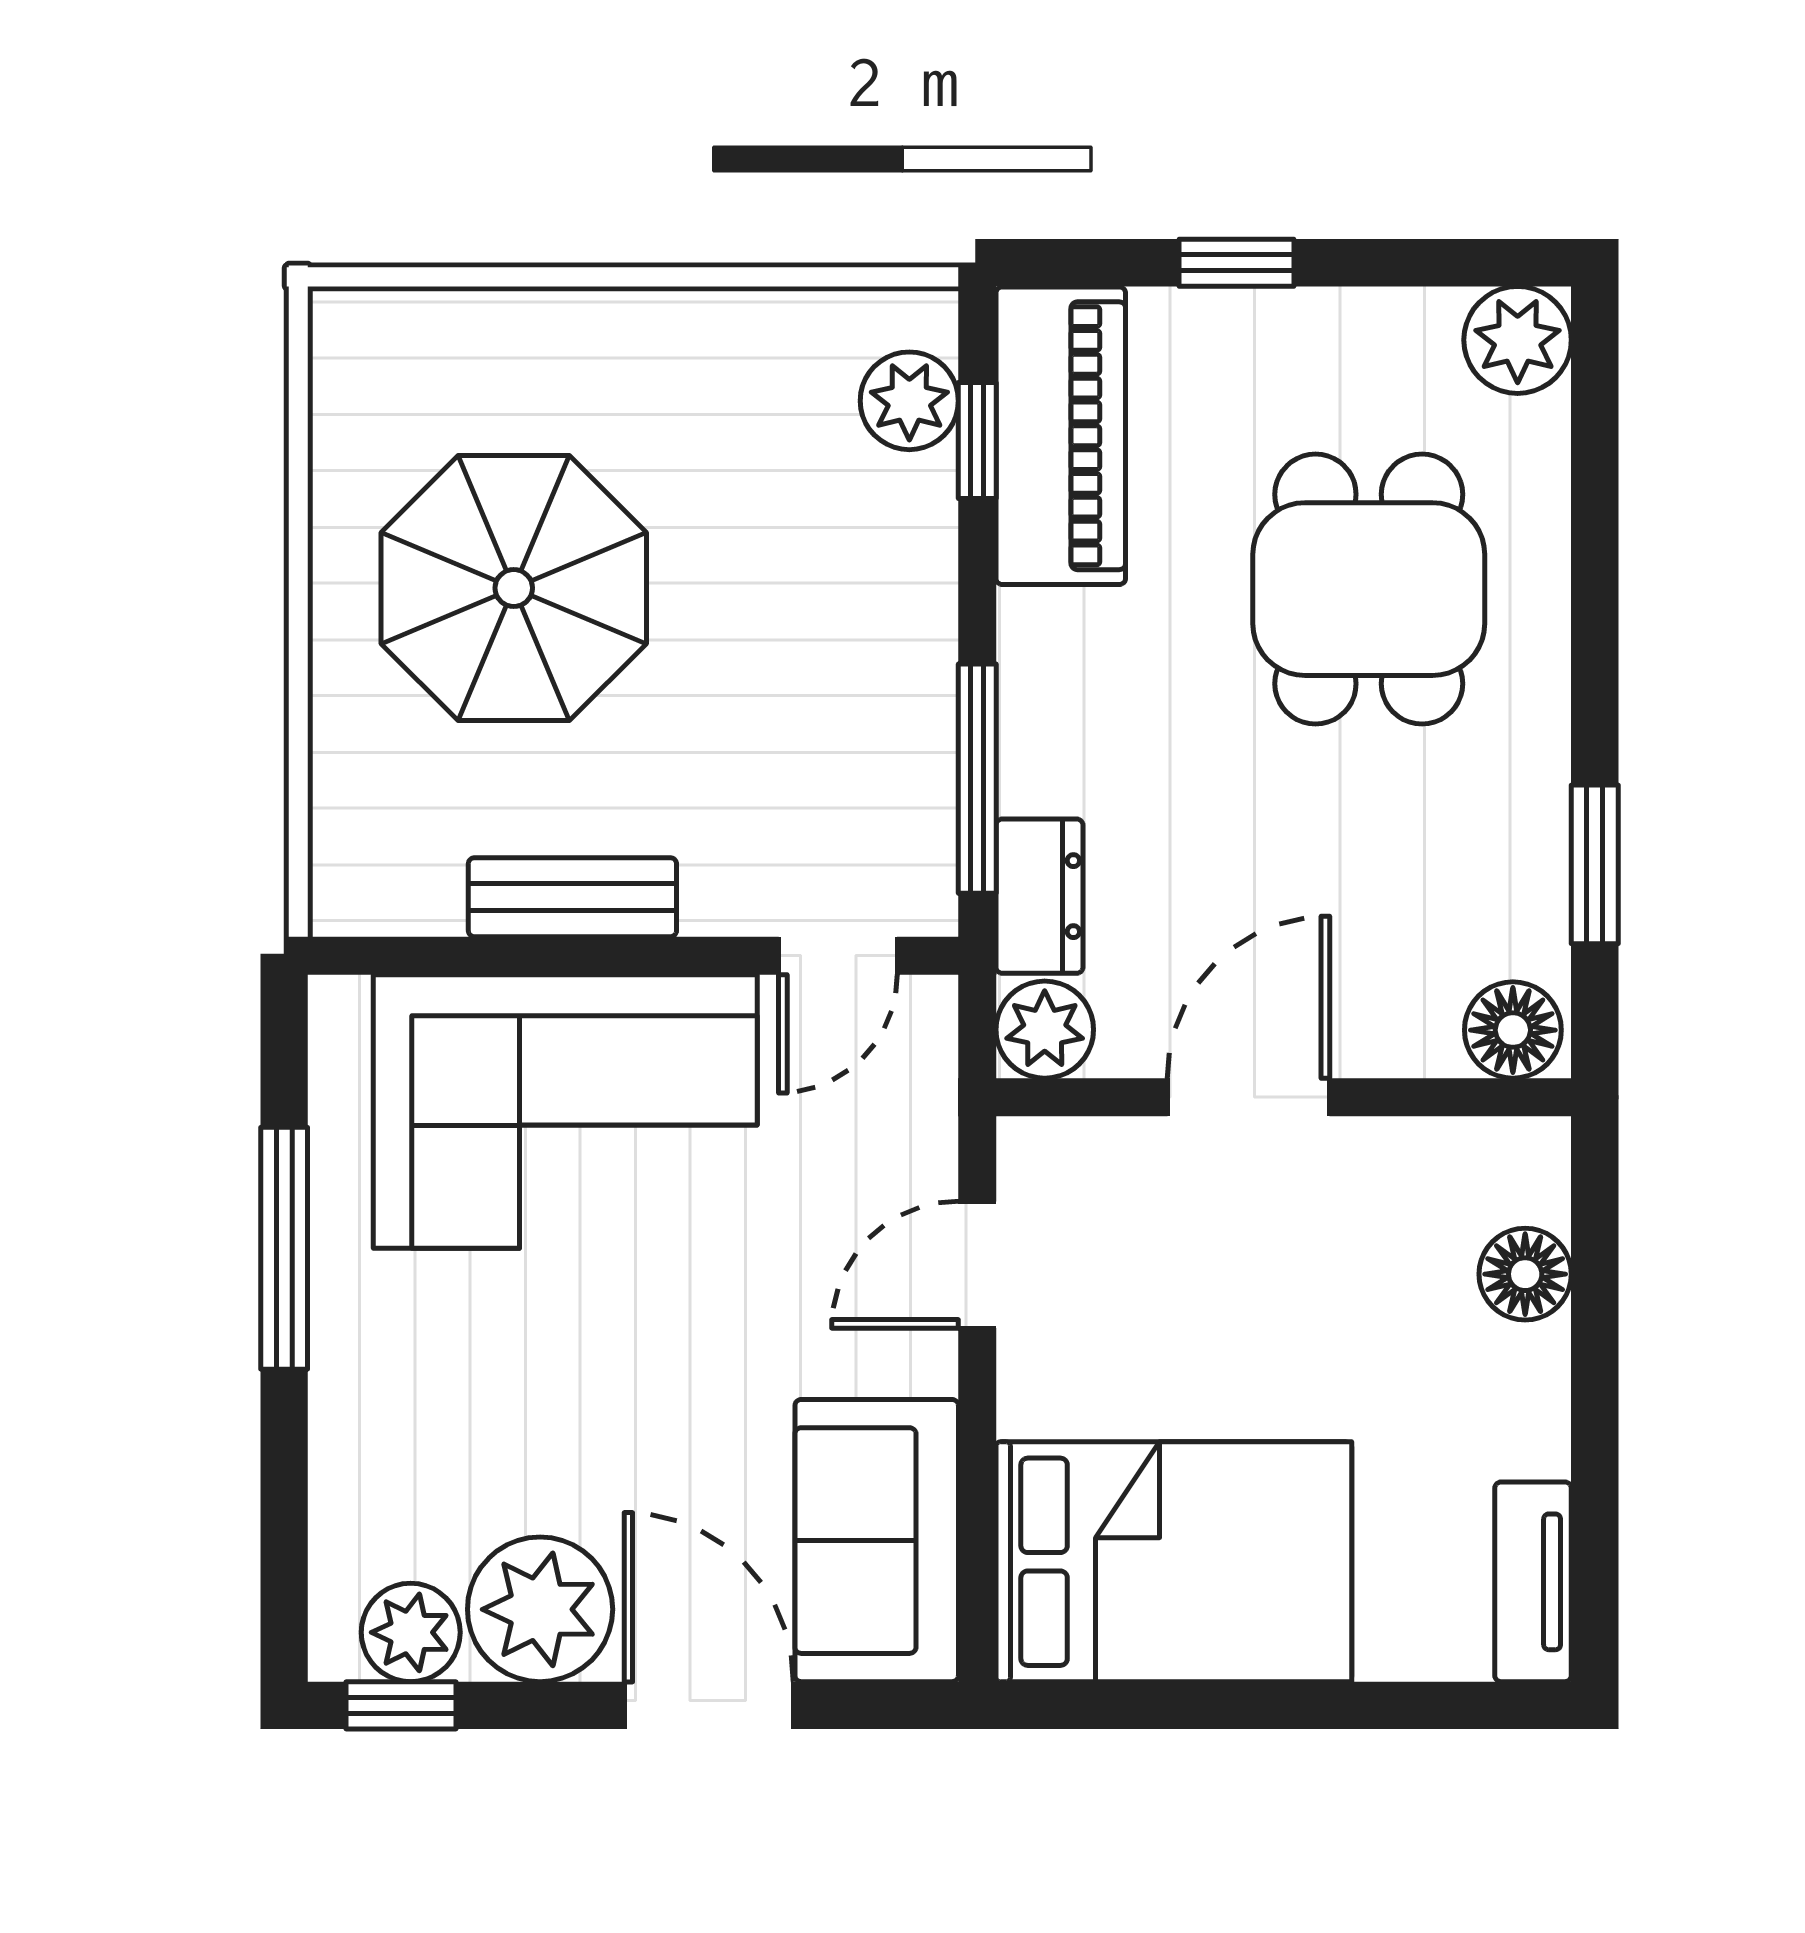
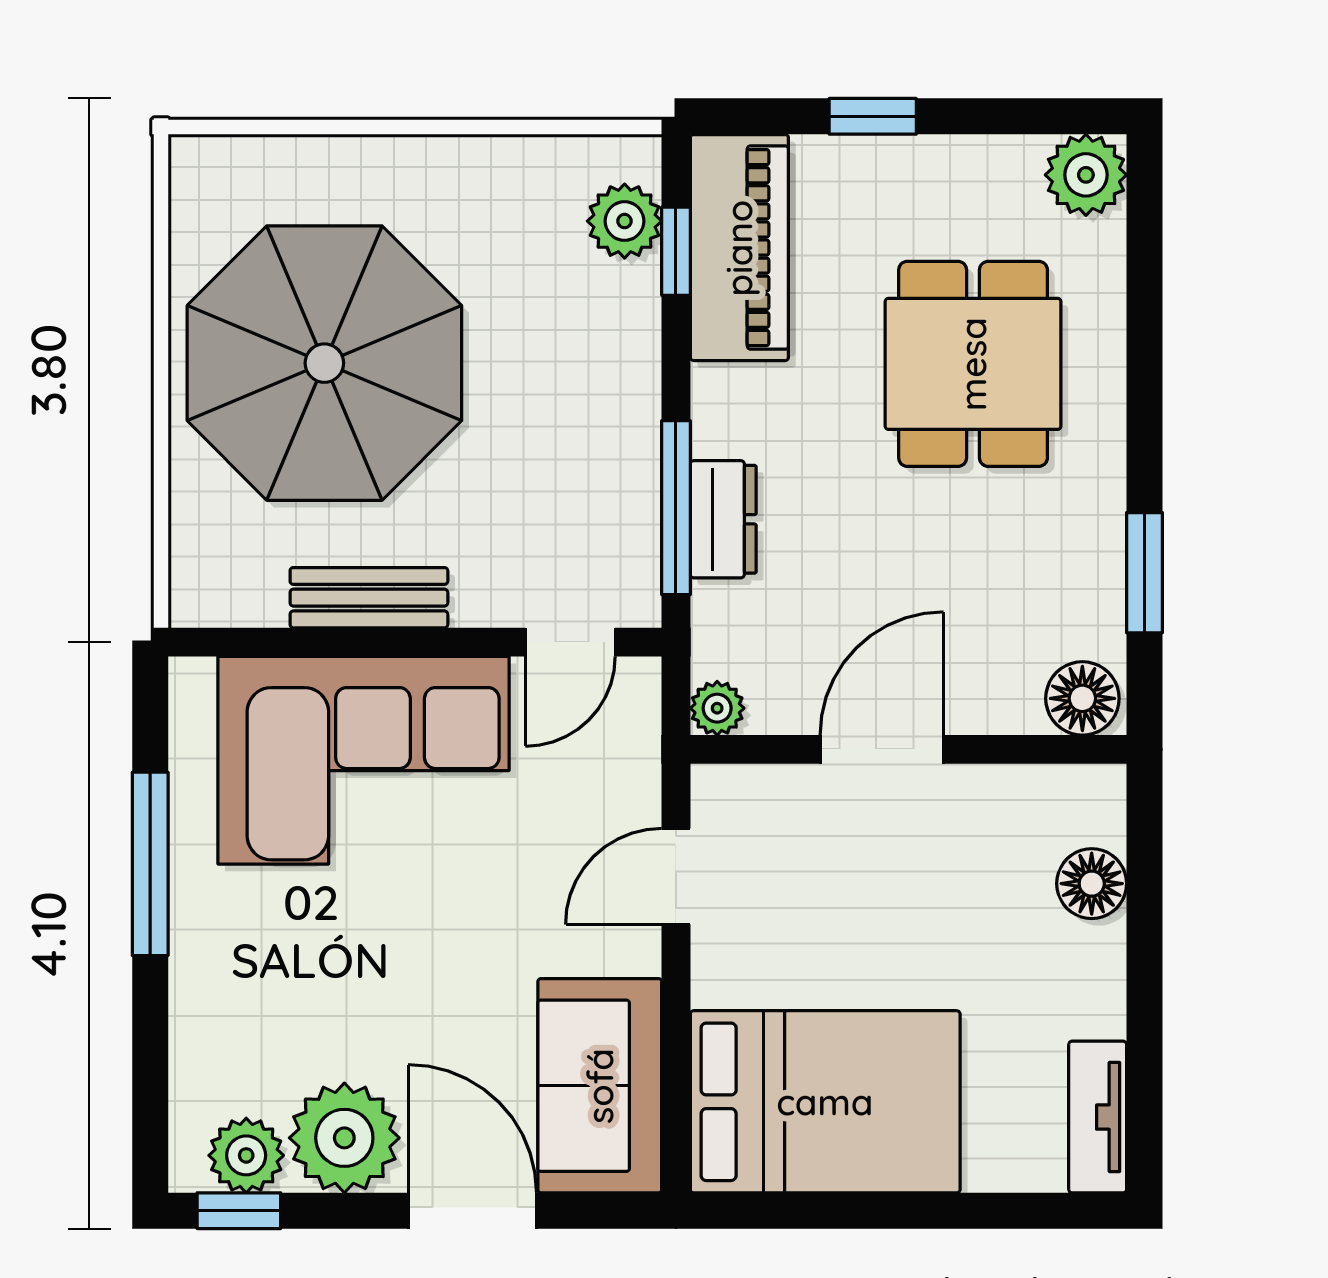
parasol: (514, 588) -> (324, 363), width x1.36, depth x1.36
dresser: (1039, 896) -> (723, 519), moved
plant: (1045, 1030) -> (717, 708), width x0.73, depth x0.73

